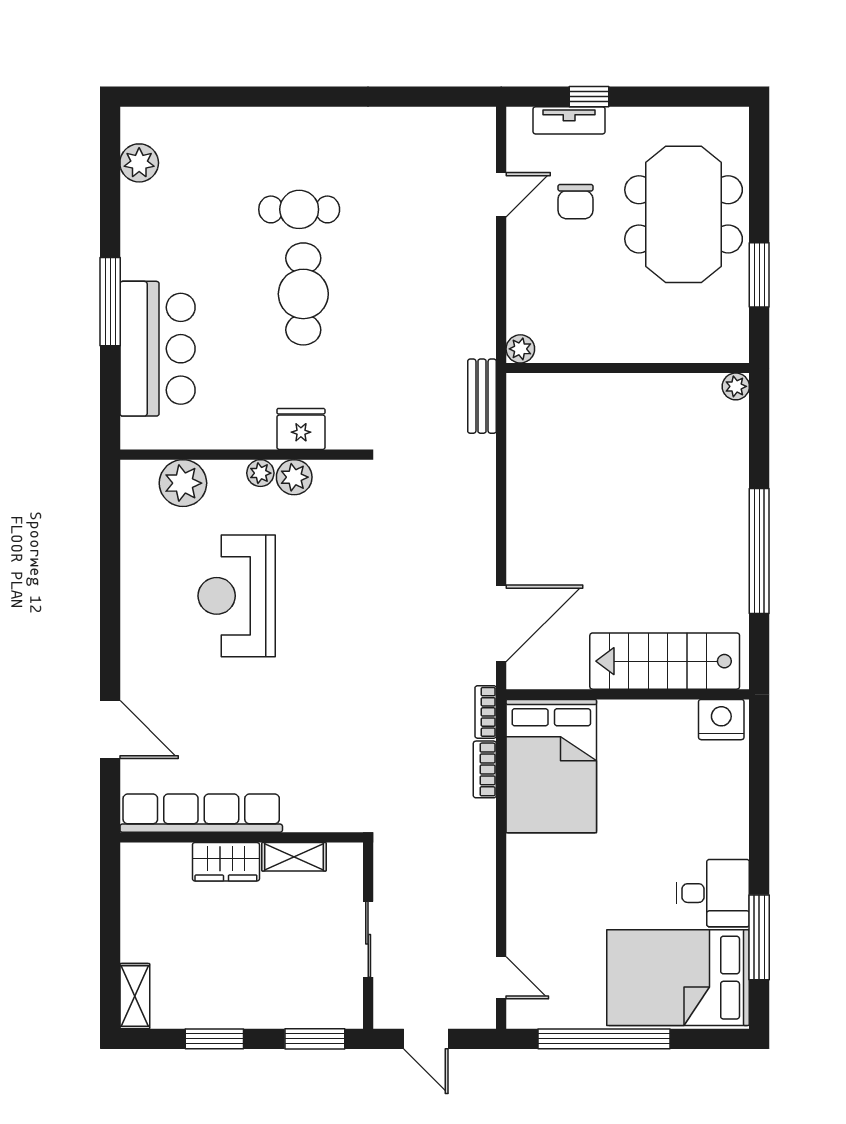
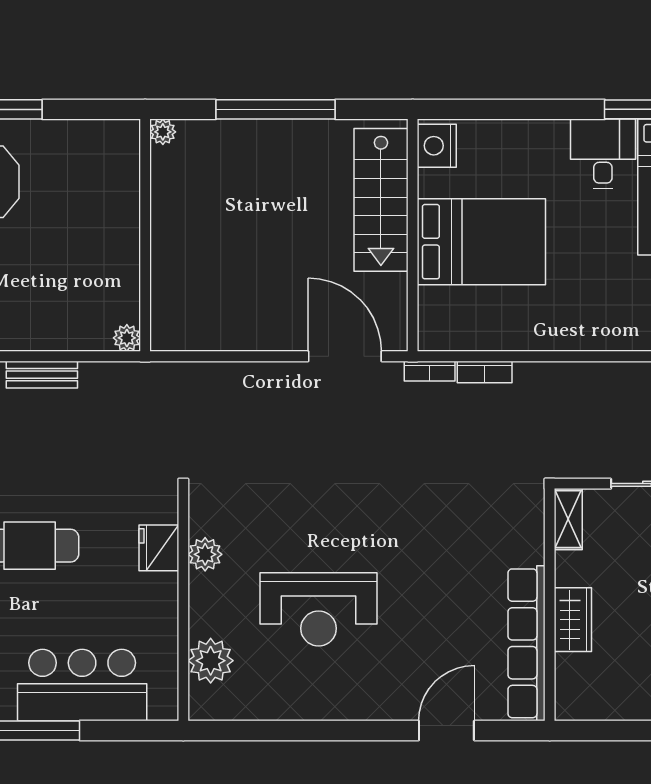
plant: (520, 349) -> (127, 338), moved
wall: (628, 368) -> (145, 235), moved
plant: (736, 386) -> (163, 132), moved
bench: (482, 396) -> (42, 375), moved
plant: (260, 473) -> (201, 587), removed
bed: (551, 766) -> (481, 242), moved
shelving: (294, 857) -> (568, 519), moved

